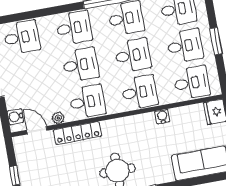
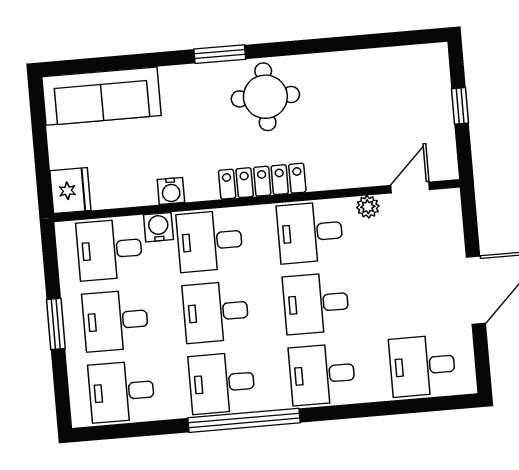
water cooler: (15, 117) -> (158, 227), moved, turned -90
door: (37, 130) -> (410, 187), swing flipped
locker: (77, 133) -> (262, 181), moved

